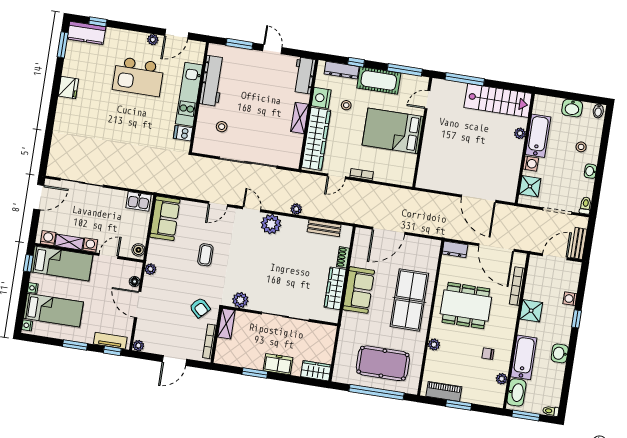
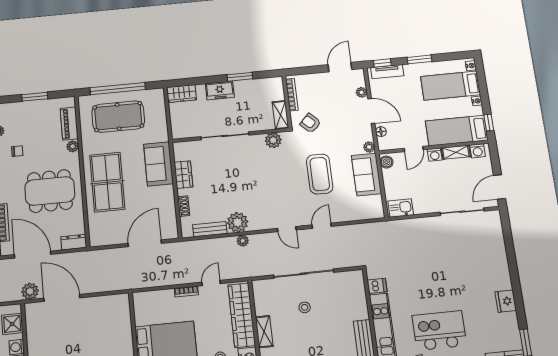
stool: (222, 127) -> (305, 307), moved
plant: (507, 213) -> (30, 291), added
sofa: (165, 218) -> (366, 175), moved
plant: (271, 224) -> (238, 222), moved
coffee table: (205, 255) -> (320, 174), width x1.86, depth x1.72
wardrobe: (335, 288) -> (183, 175), width x0.67
sofa: (359, 290) -> (158, 164), moved
plant: (138, 346) -> (362, 92), moved
door: (174, 360) -> (340, 67), moved
piano: (444, 391) -> (69, 124), moved, turned 90

